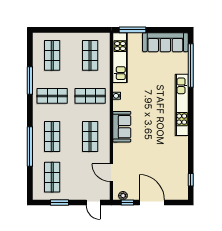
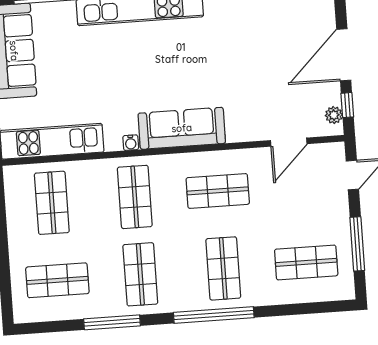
shop shelf: (90, 55) -> (52, 203), turned 90
sofa: (122, 127) -> (182, 128), width x1.36
shop shelf: (52, 136) -> (223, 268), turned 90
window: (30, 147) -> (214, 315), moved
window: (59, 203) -> (357, 244), width x1.44

